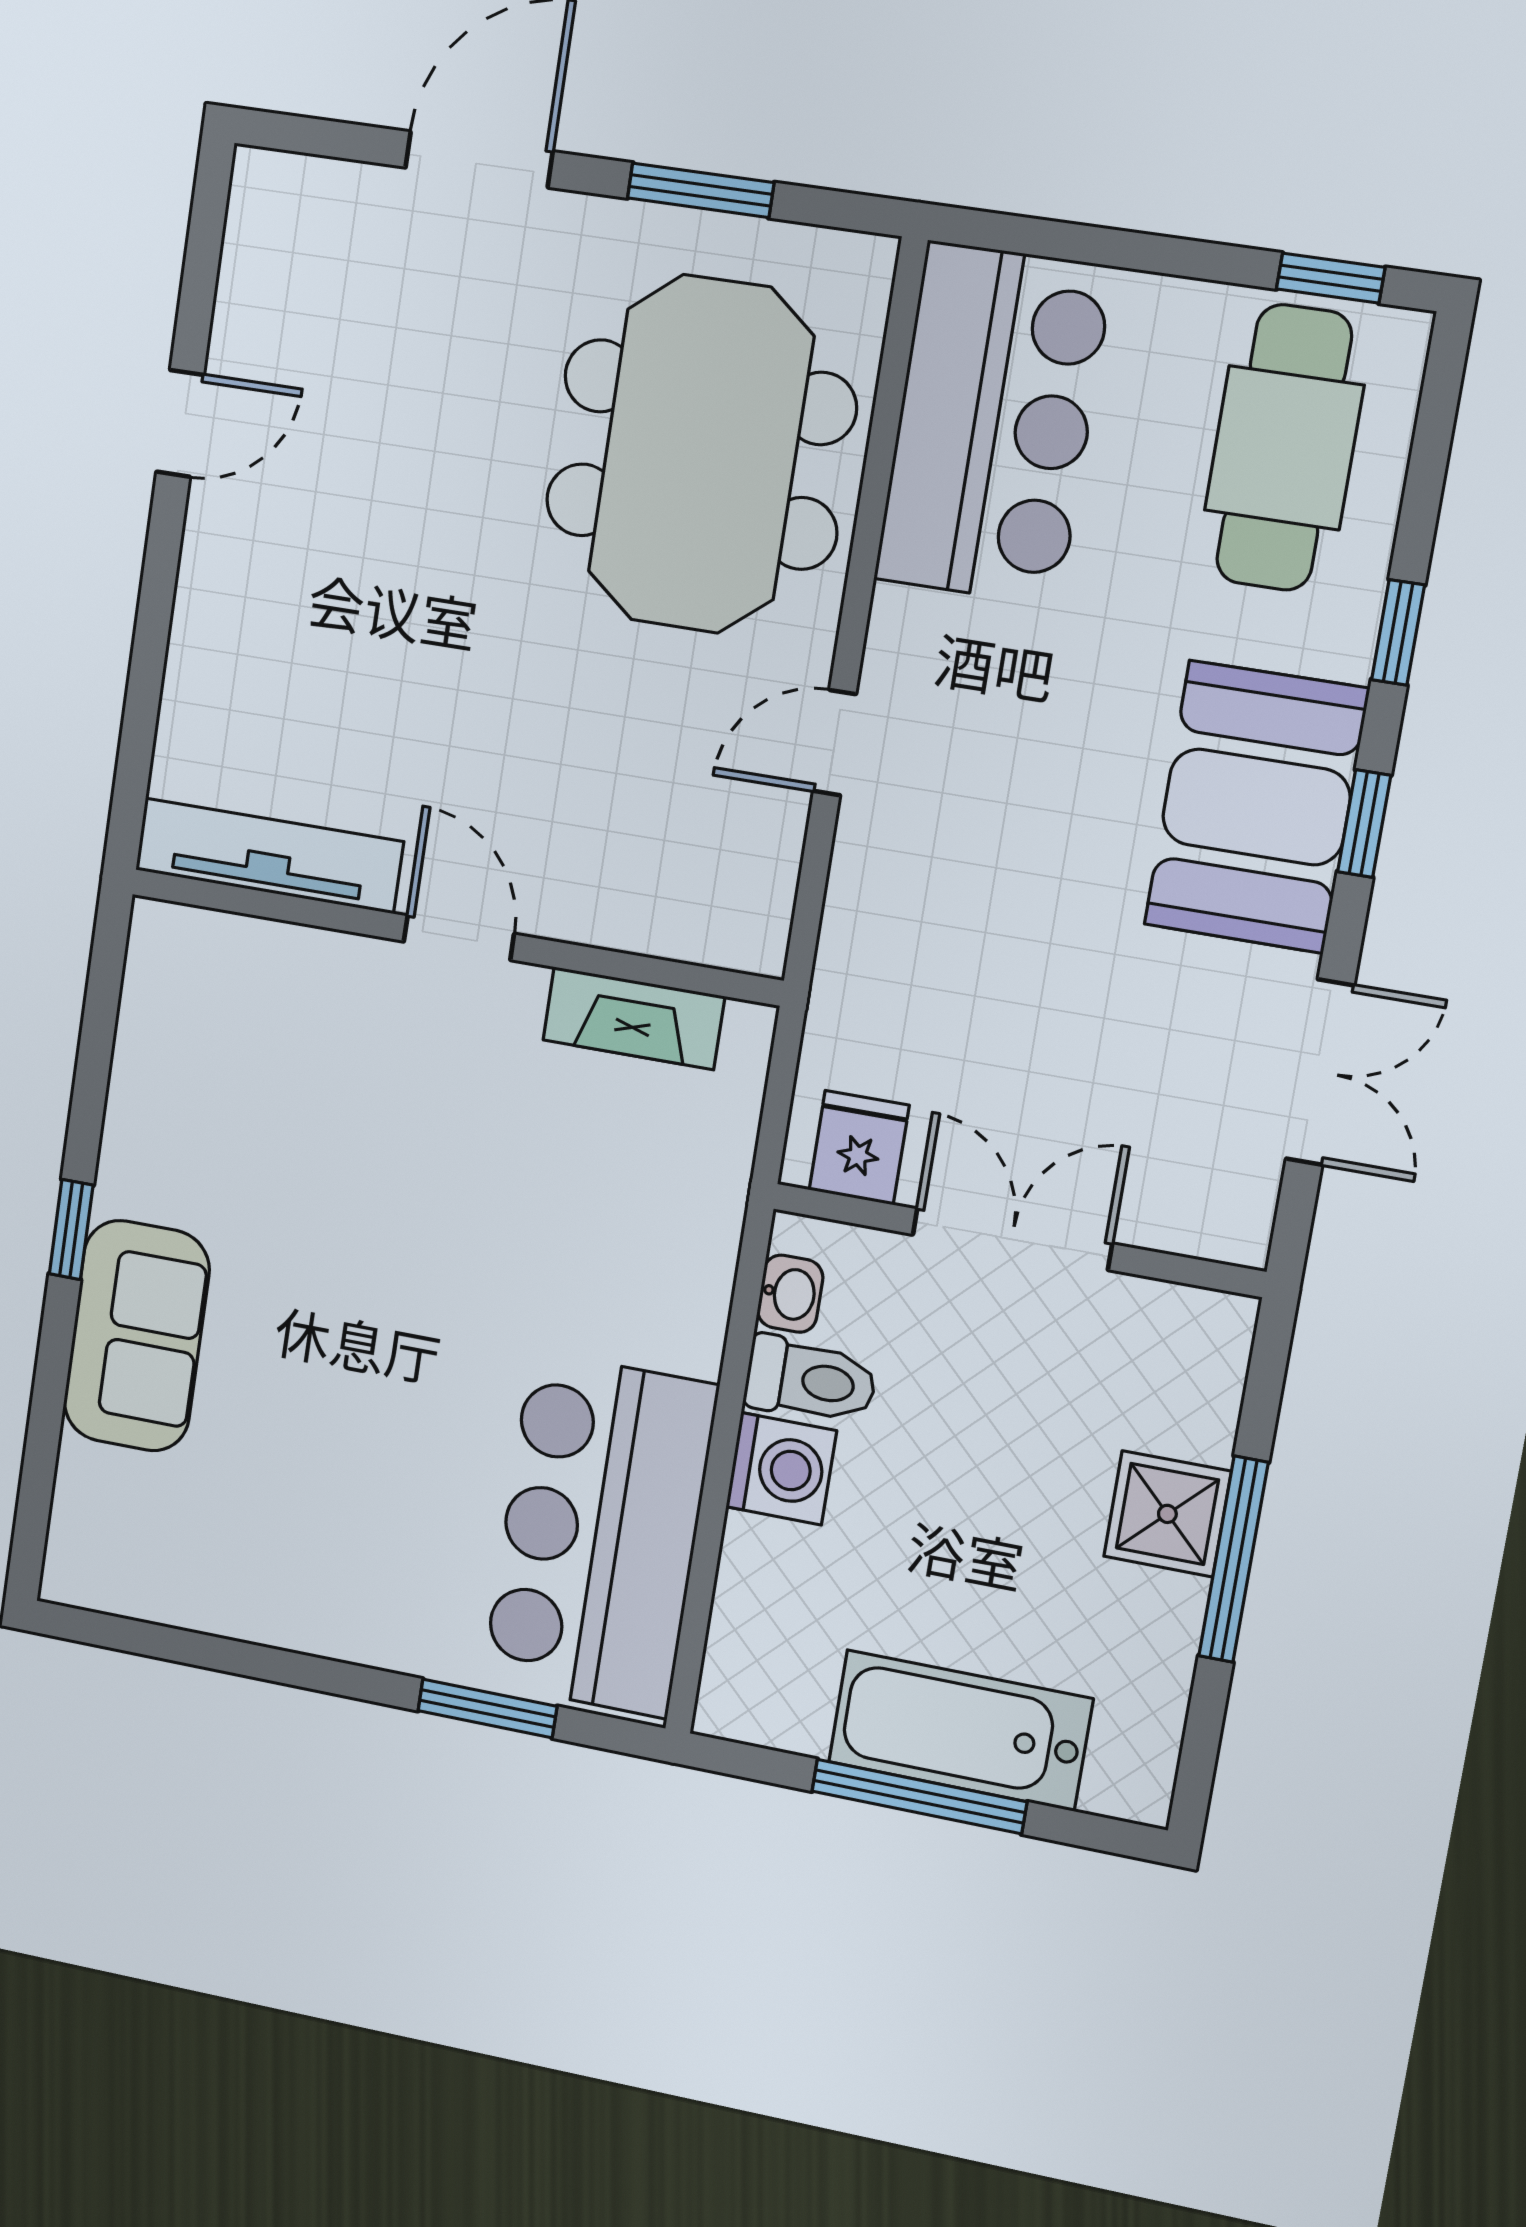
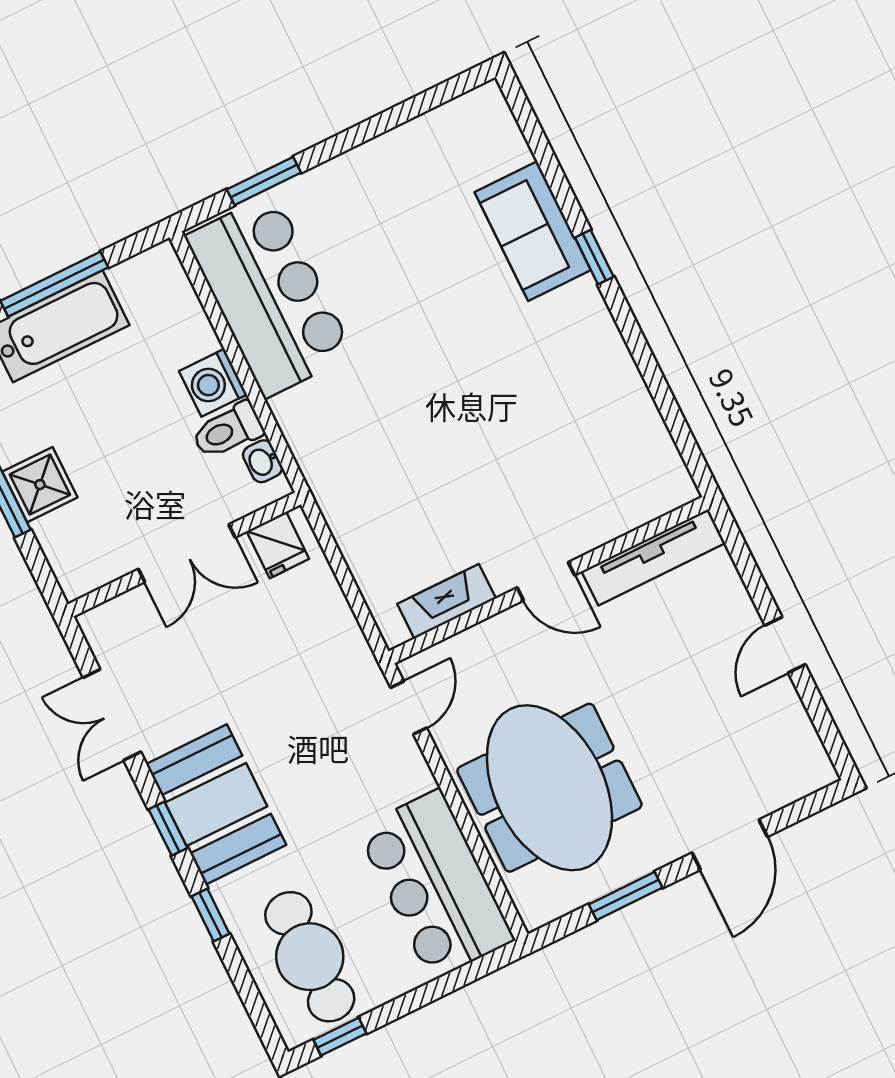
tv unit: (269, 856) -> (653, 557), moved
wall: (454, 937) -> (548, 580), moved
door: (459, 938) -> (546, 581), moved
fireplace: (634, 1018) -> (447, 601), moved

